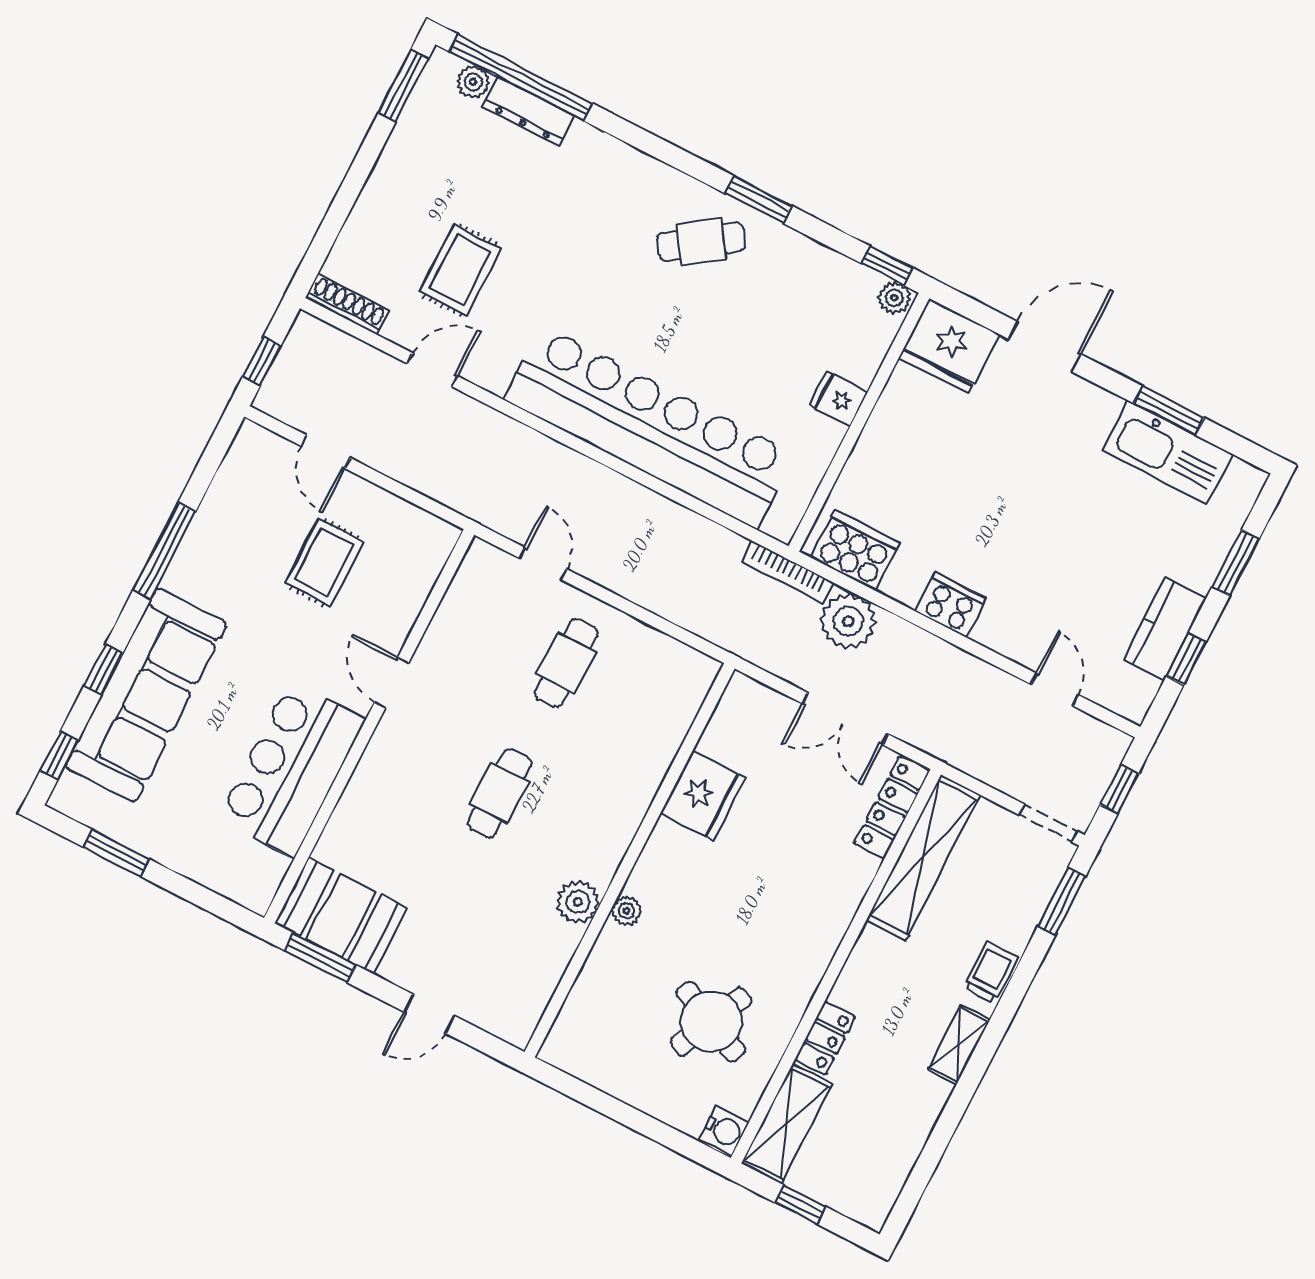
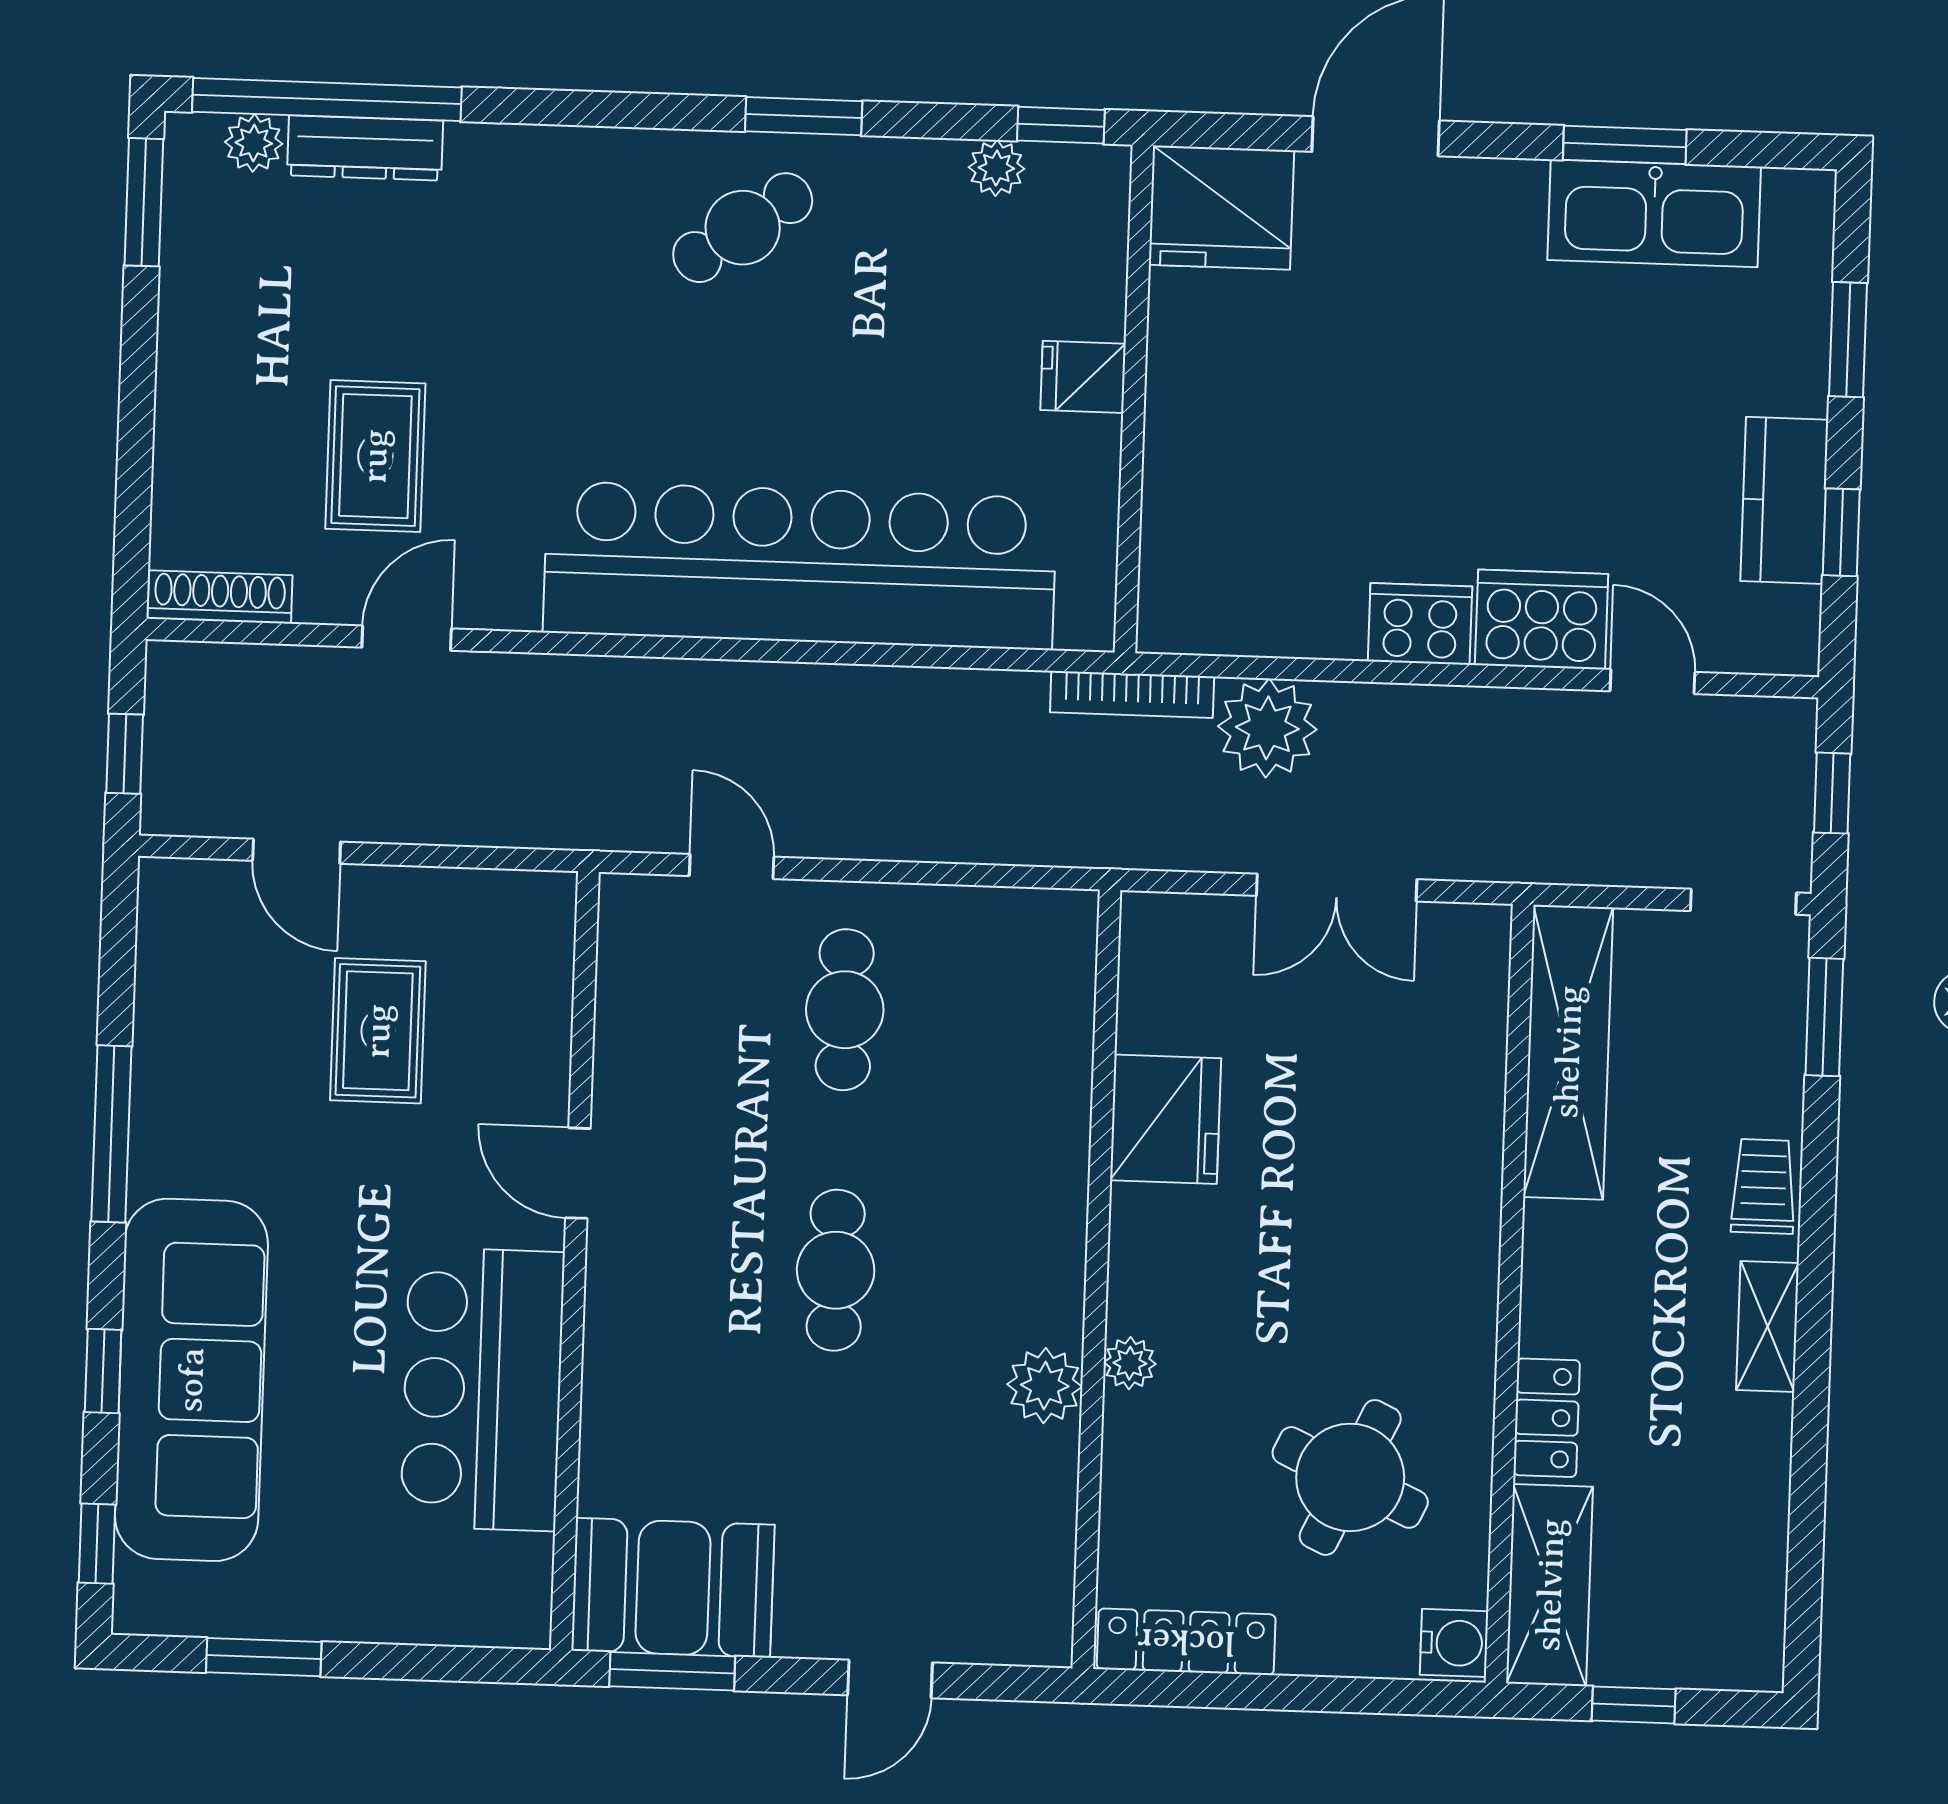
plant: (894, 298) -> (996, 168), moved
cooker: (855, 550) -> (1542, 620), moved
locker: (892, 807) -> (1186, 1642), moved, turned 90

